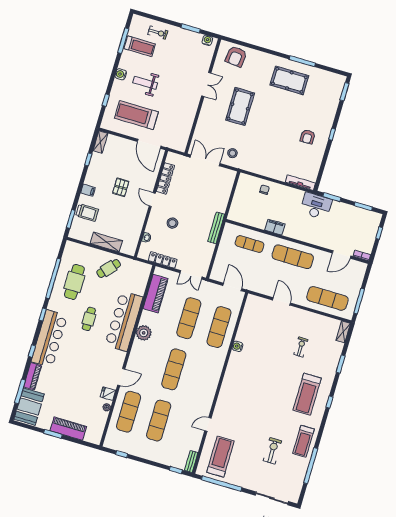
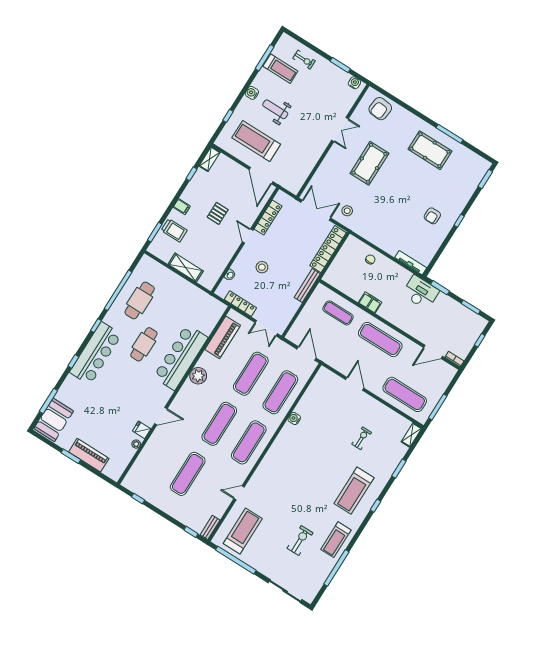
locker: (225, 191) -> (328, 249), added
cafe table: (109, 269) -> (180, 296), removed
cafe table: (89, 319) -> (144, 344), width x1.37, depth x1.35
piano: (33, 376) -> (66, 389), removed
exercise mat: (129, 412) -> (249, 442), moved

